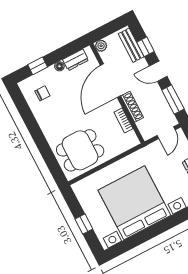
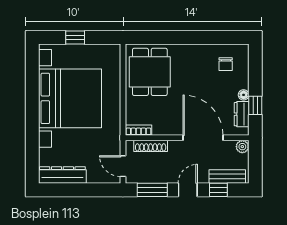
window: (38, 66) -> (255, 105), moved
shoe rack: (132, 107) -> (151, 146), moved
bookcase: (123, 120) -> (138, 130), moved

